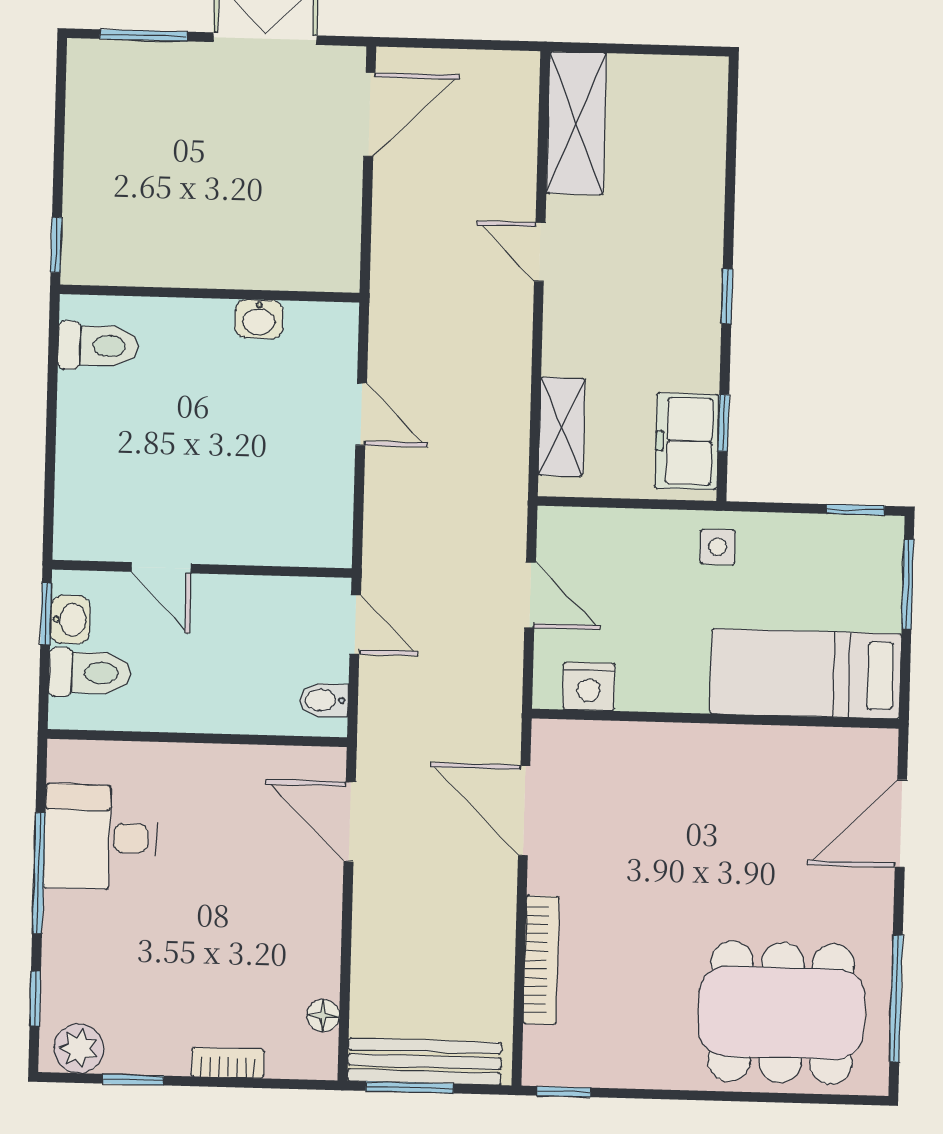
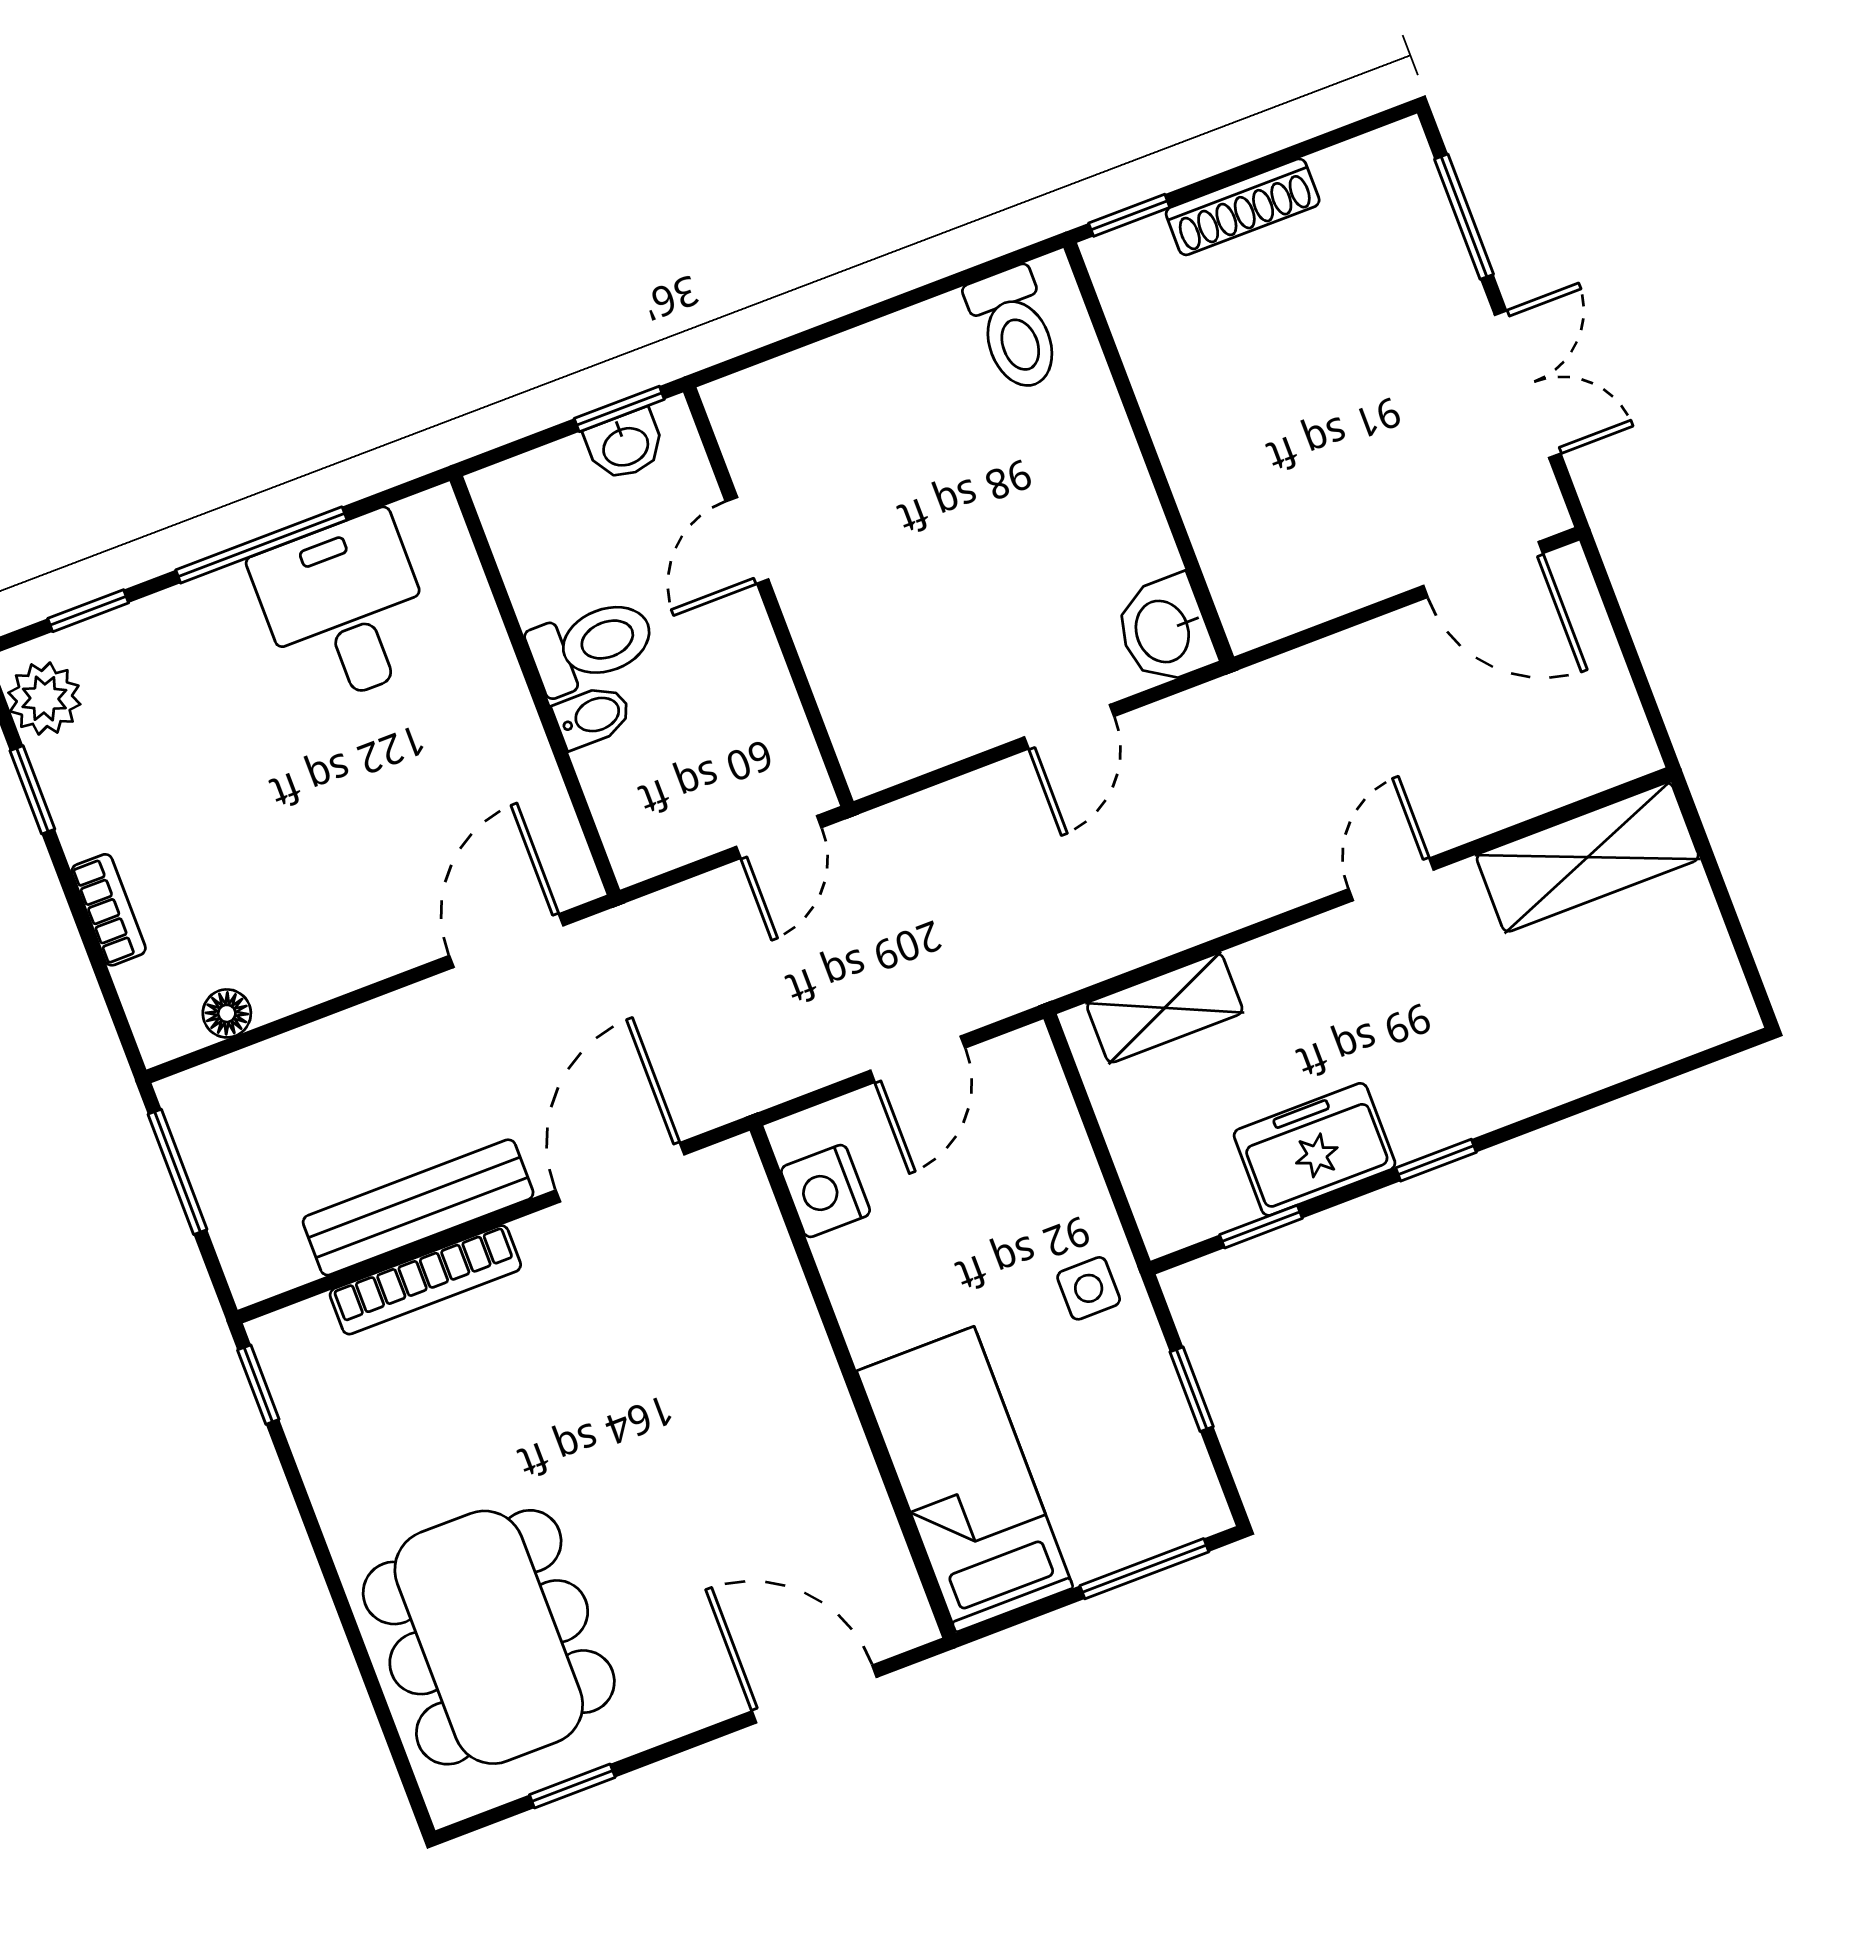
shoe rack: (80, 171) -> (1243, 207), added
washbasin: (259, 319) -> (1165, 631), moved, width x1.38, depth x1.45
freezer: (687, 441) -> (1315, 1149), moved
window: (855, 510) -> (1192, 1389), moved
toilet: (90, 673) -> (592, 645), moved, turned -90
bidet: (324, 700) -> (593, 716), moved, turned 90
window: (896, 999) -> (572, 1786), width x0.46
bench: (425, 1061) -> (418, 1207), moved, turned 90

